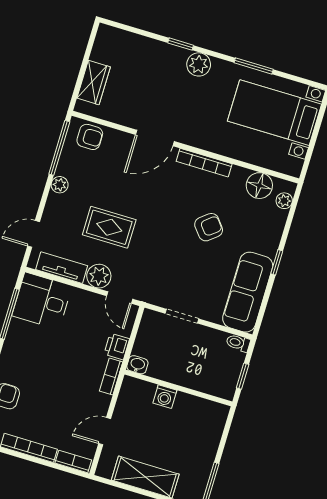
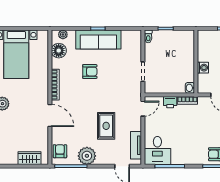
plant: (60, 185) -> (87, 156), width x1.87, depth x1.87
armchair: (209, 227) -> (90, 72), turned 129
plant: (99, 276) -> (135, 123), removed
sofa: (248, 292) -> (98, 39), moved
washbasin: (137, 365) -> (190, 88), moved
wall: (178, 388) -> (196, 62), moved
washing machine: (165, 397) -> (203, 68), moved

